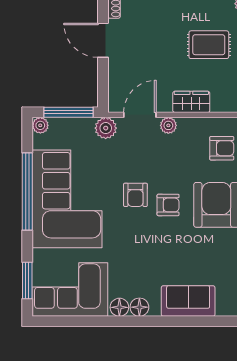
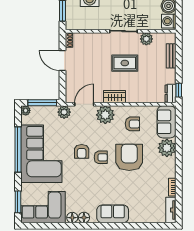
plant: (168, 125) -> (105, 115), width x1.87, depth x1.87

